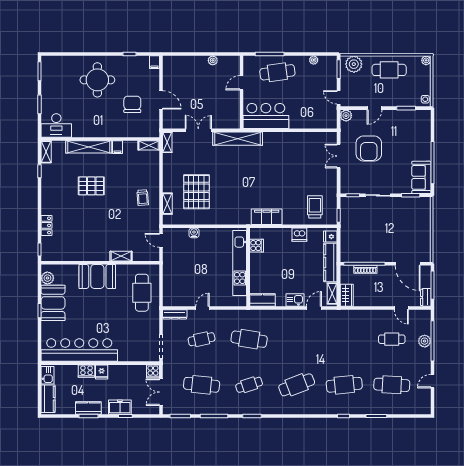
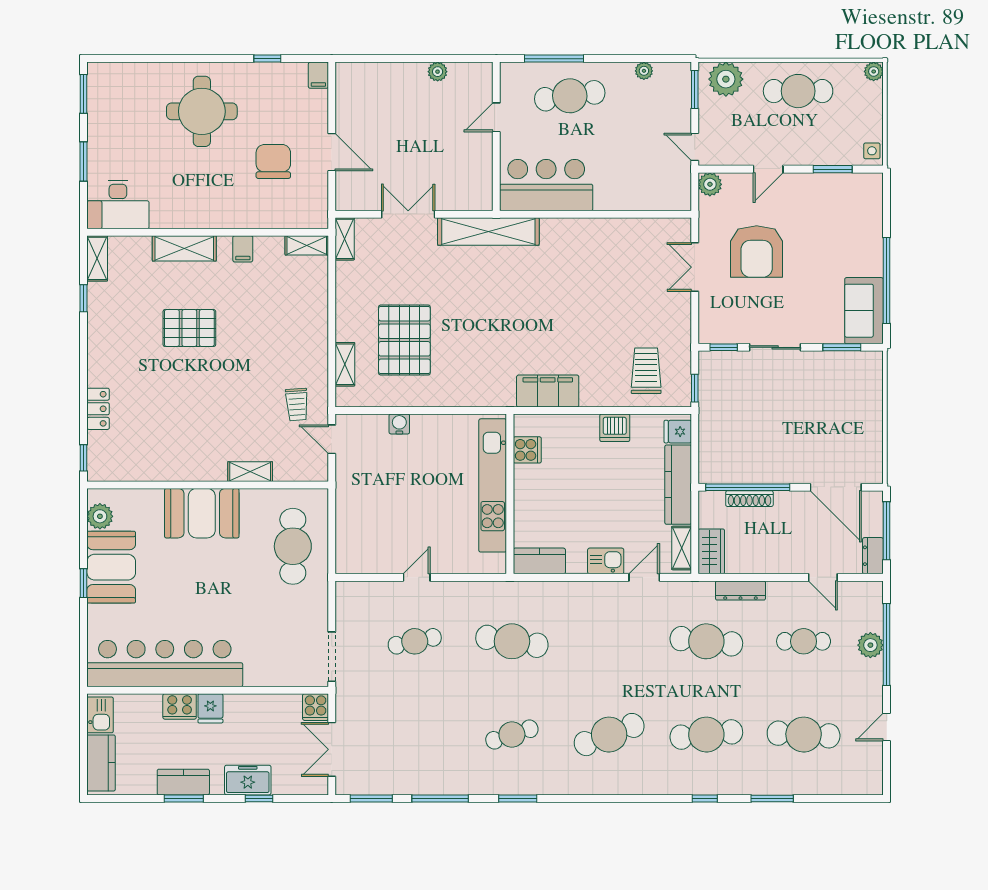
shelving: (89, 147) -> (184, 248), width x0.68
trolley: (143, 198) -> (297, 405), moved
dresser: (175, 314) -> (740, 590), moved
cafe table: (202, 385) -> (706, 641), moved

